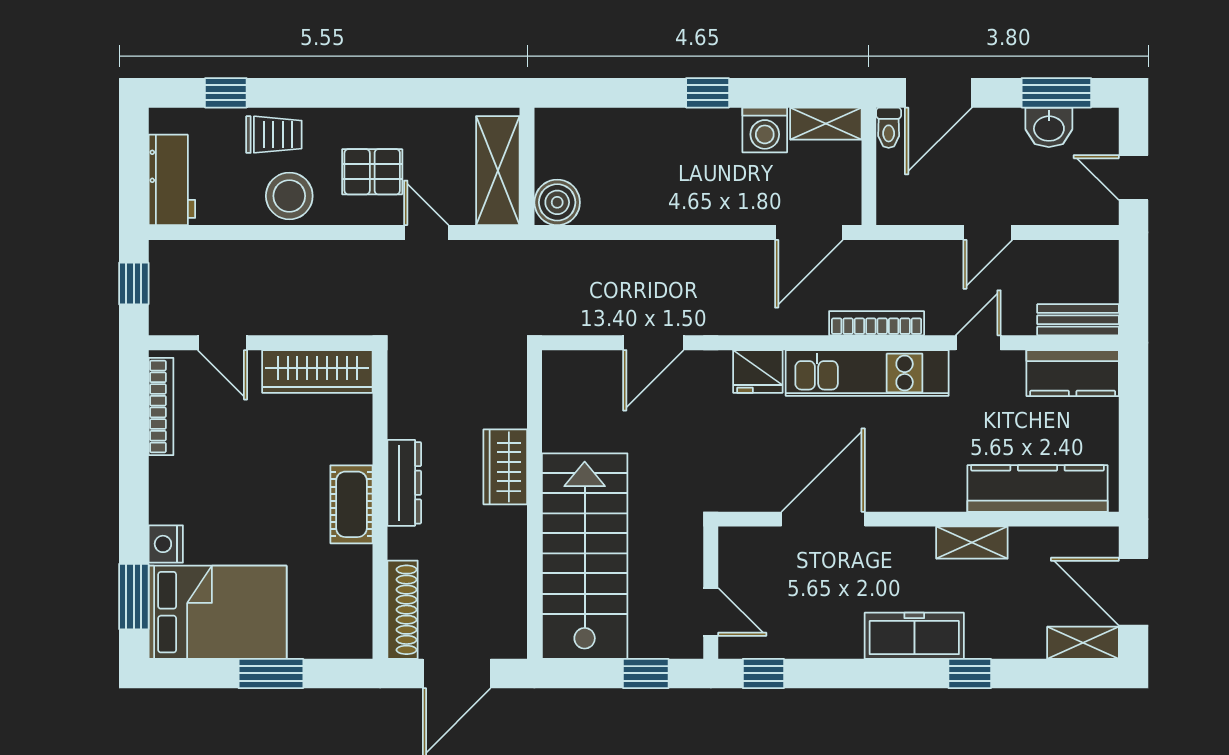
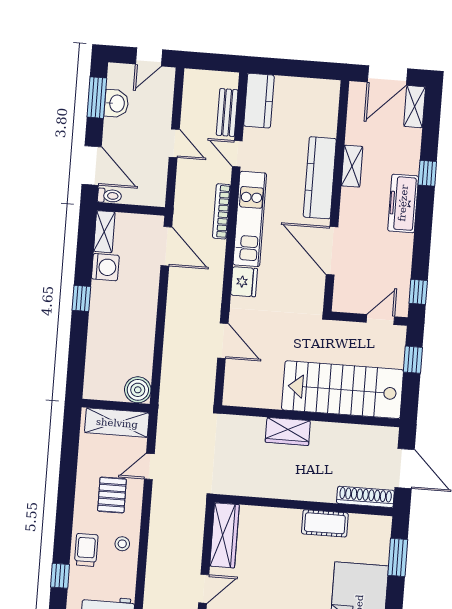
stool: (289, 196) -> (122, 544), width x0.53, depth x0.53
bench: (1078, 320) -> (227, 112), moved
dresser: (404, 483) -> (292, 490), removed
kitchen counter: (1037, 488) -> (320, 178), moved
cot: (351, 504) -> (325, 523), moved
window: (271, 673) -> (398, 557), moved

